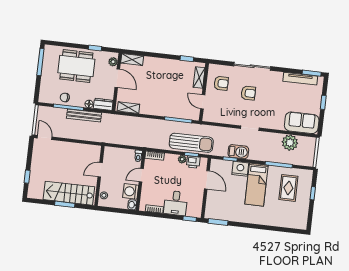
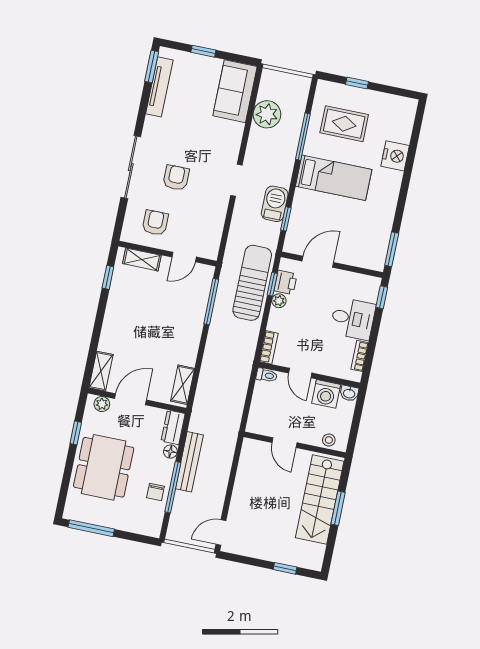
nightstand: (240, 169) -> (395, 156), moved, turned 180

